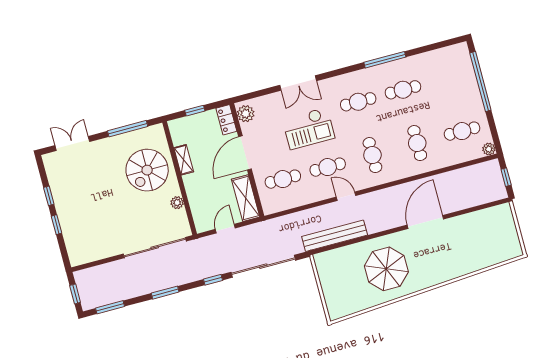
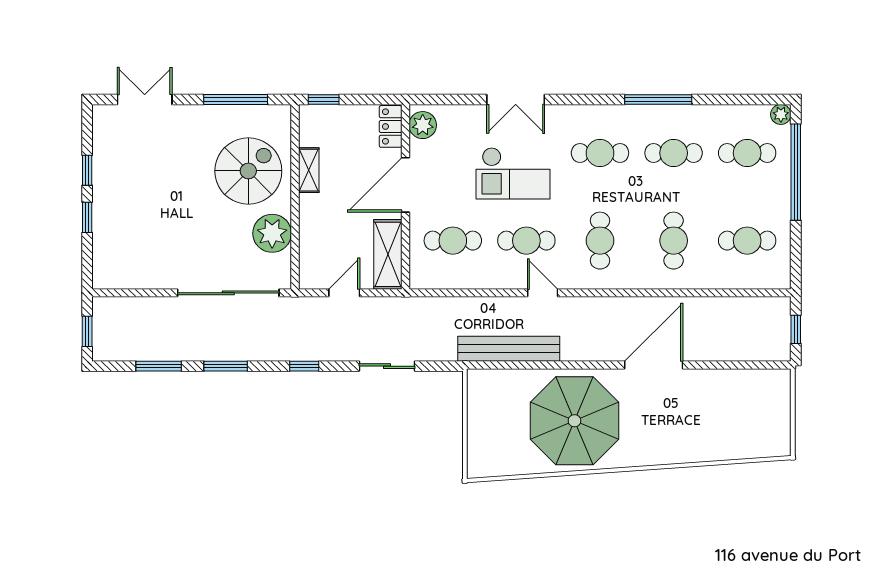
cafe table: (448, 78) -> (747, 153), added
window: (195, 111) -> (324, 99), moved
plant: (489, 149) -> (781, 114), moved
spiral stairs: (147, 170) -> (248, 171), turned 180
plant: (177, 203) -> (272, 233), width x1.87, depth x1.87
sliding door: (263, 266) -> (387, 366), width x0.54
parasol: (386, 269) -> (574, 421), width x1.36, depth x1.36
window: (110, 307) -> (159, 366), moved

